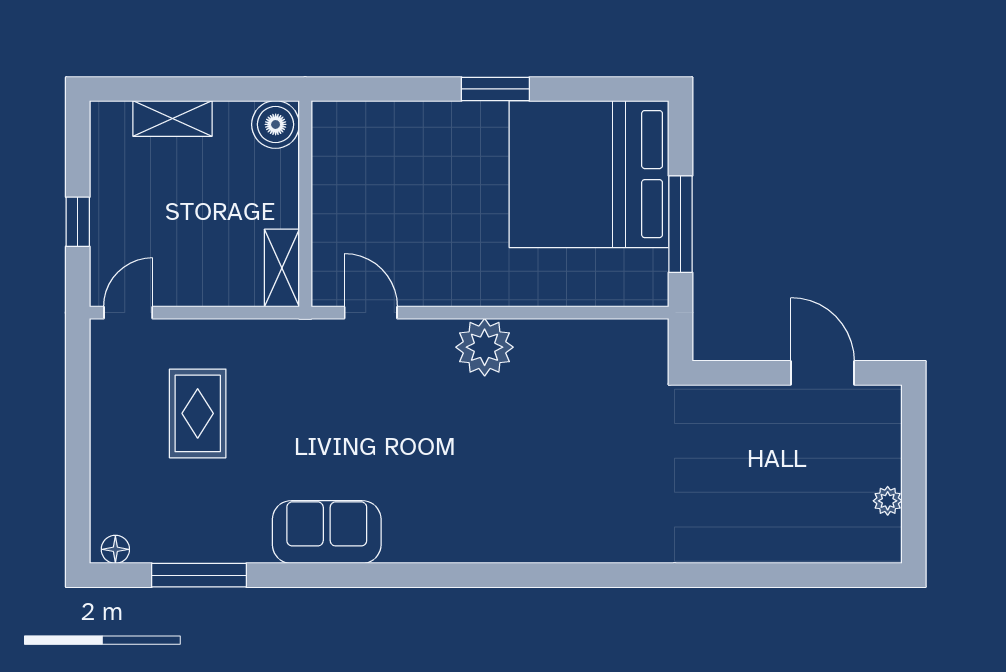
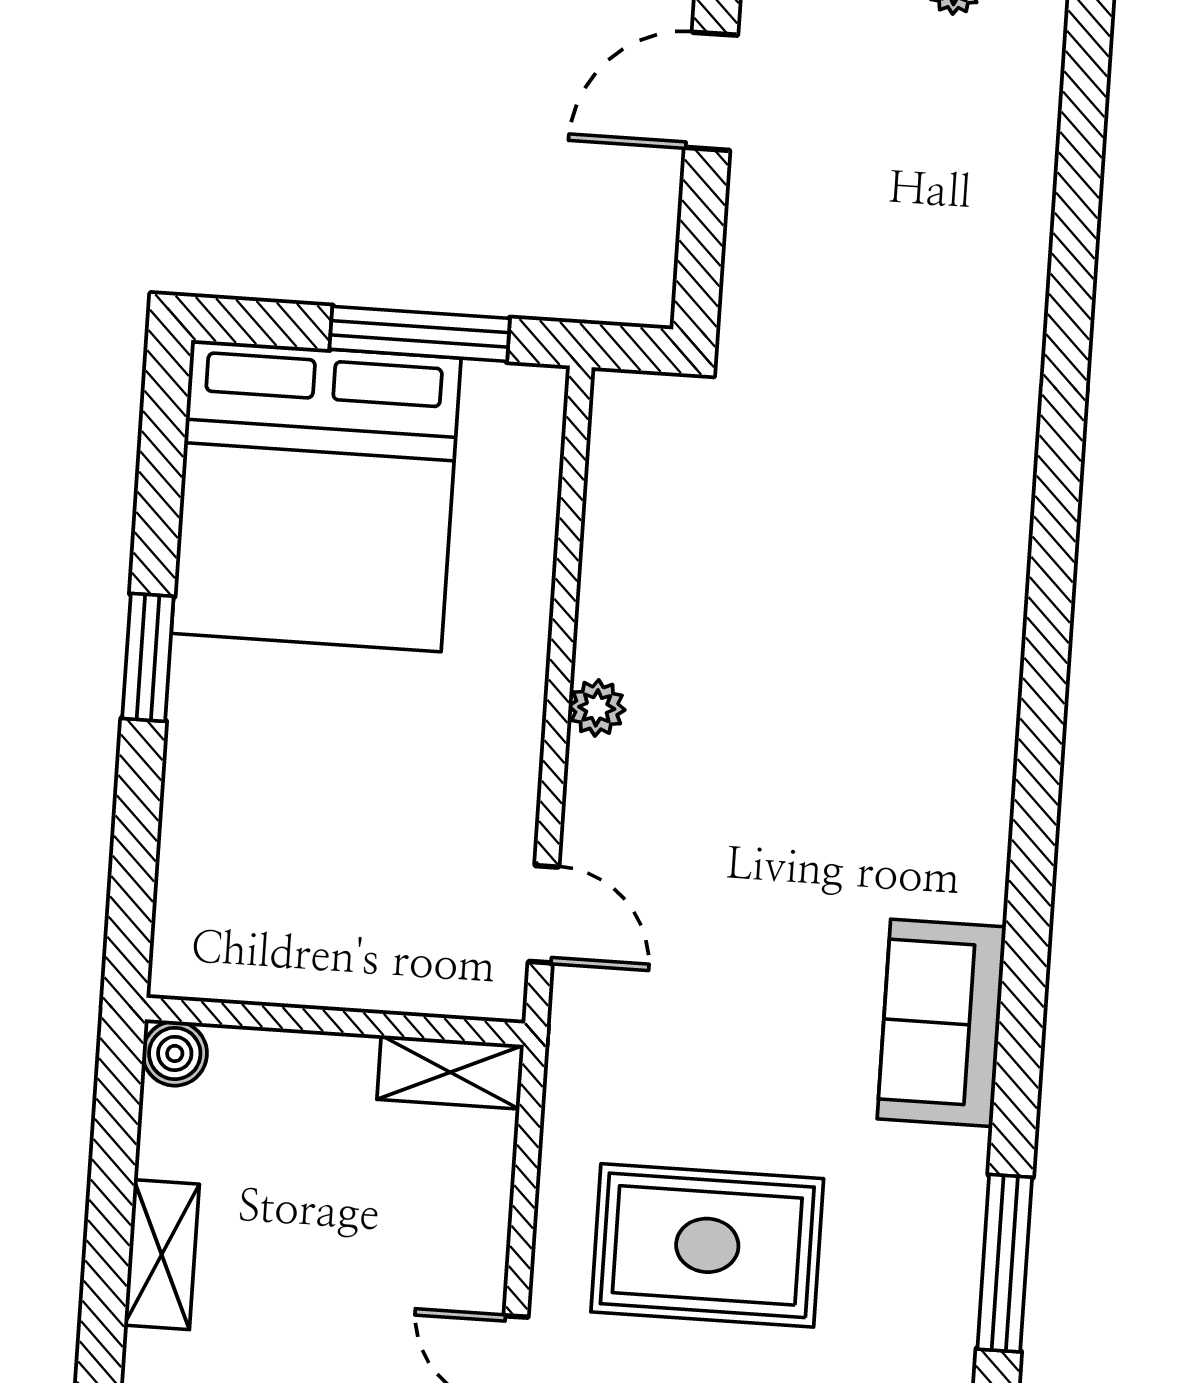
boiler: (276, 124) -> (175, 1053), width x0.73, depth x0.73
door: (371, 313) -> (544, 914), swing flipped
plant: (485, 347) -> (597, 708), width x0.53, depth x0.53
rug: (198, 413) -> (707, 1245), width x1.36, depth x1.43

